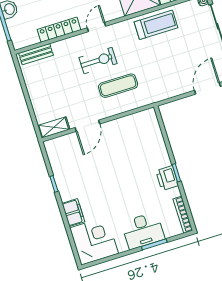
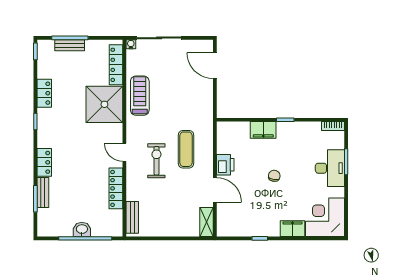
filing cabinet: (160, 155) -> (263, 130), added
printer: (167, 178) -> (225, 165), moved, turned -90
chair: (119, 179) -> (274, 176), added
bookcase: (183, 215) -> (333, 126), width x0.64

